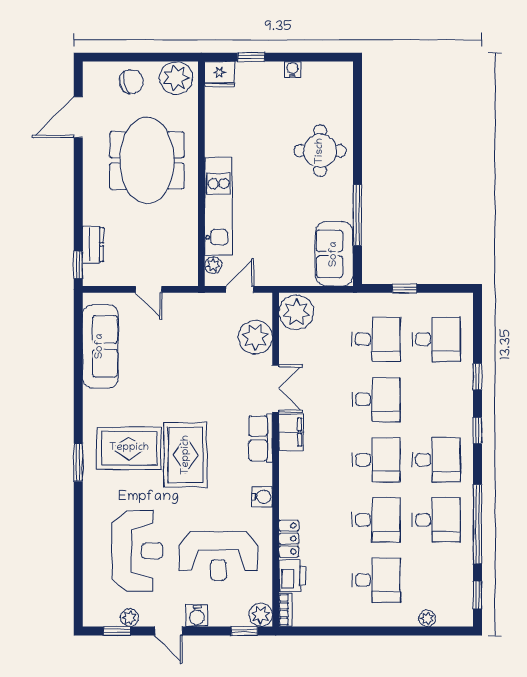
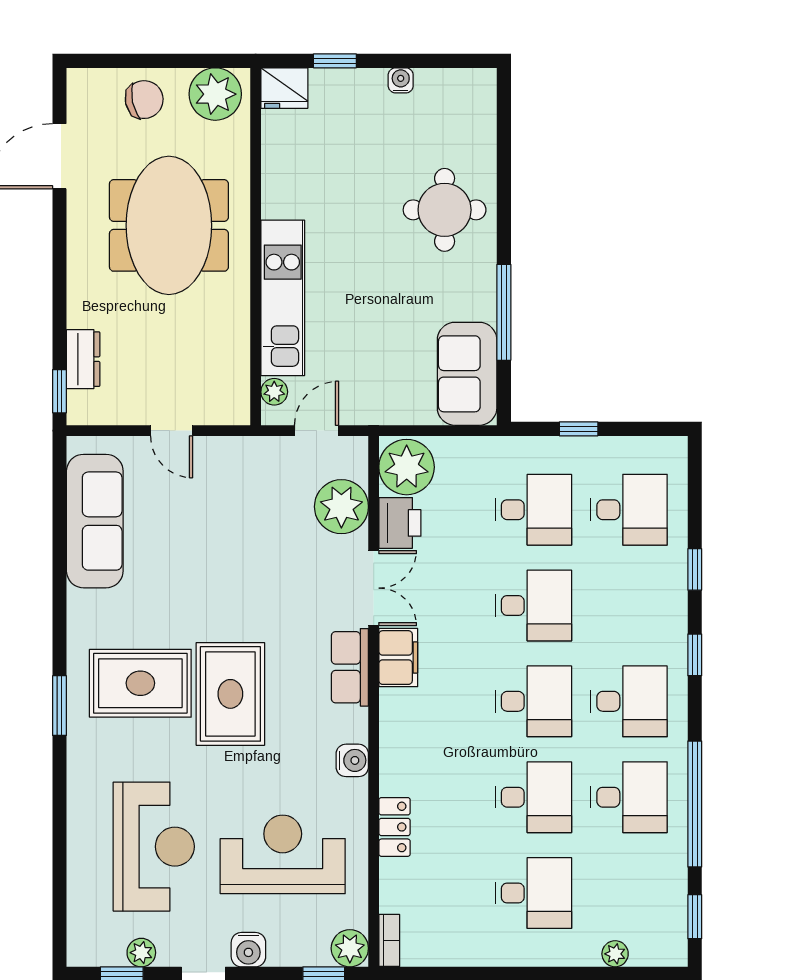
reception desk: (218, 556) -> (283, 854), turned 180
printer: (292, 576) -> (400, 523), moved

